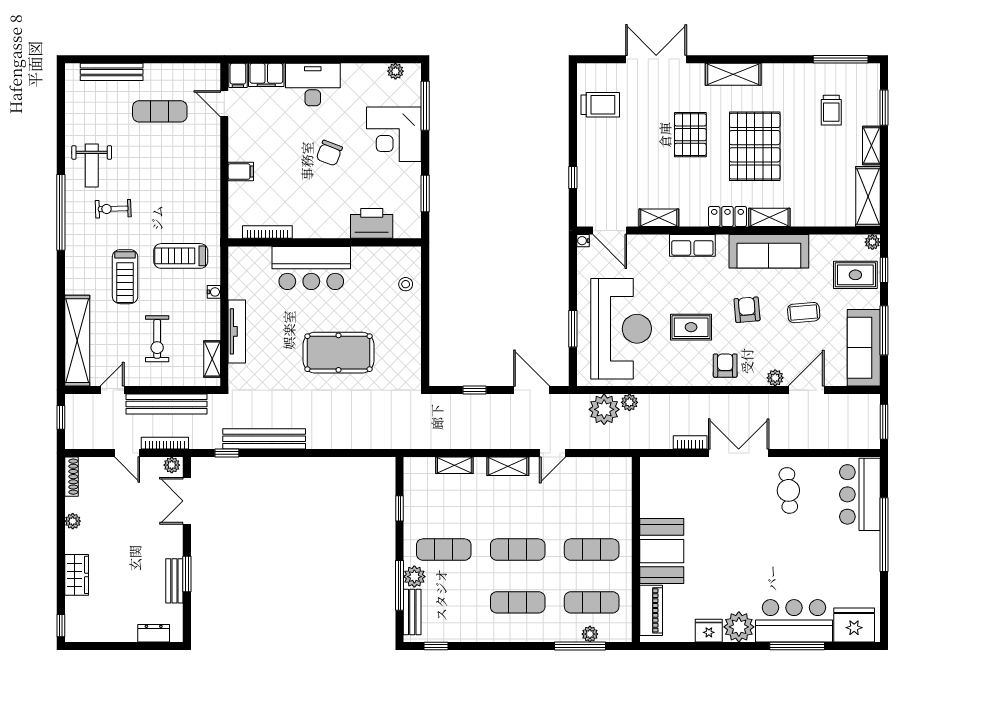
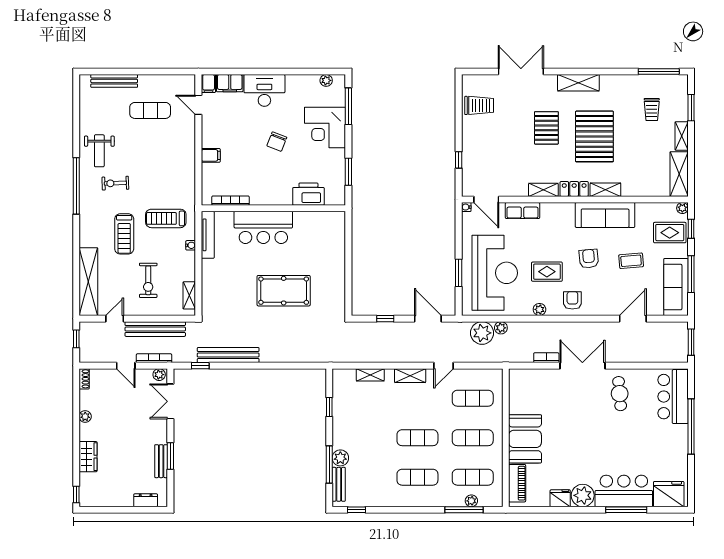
shelving: (659, 218) -> (543, 190), moved
row of seats: (692, 245) -> (522, 211), moved
stool: (406, 284) -> (334, 240), removed
tv unit: (237, 331) -> (208, 235), moved
plant: (775, 378) -> (539, 309), moved
shoe rack: (71, 477) -> (84, 379), width x0.70
exercise mat: (444, 550) -> (473, 398), moved

